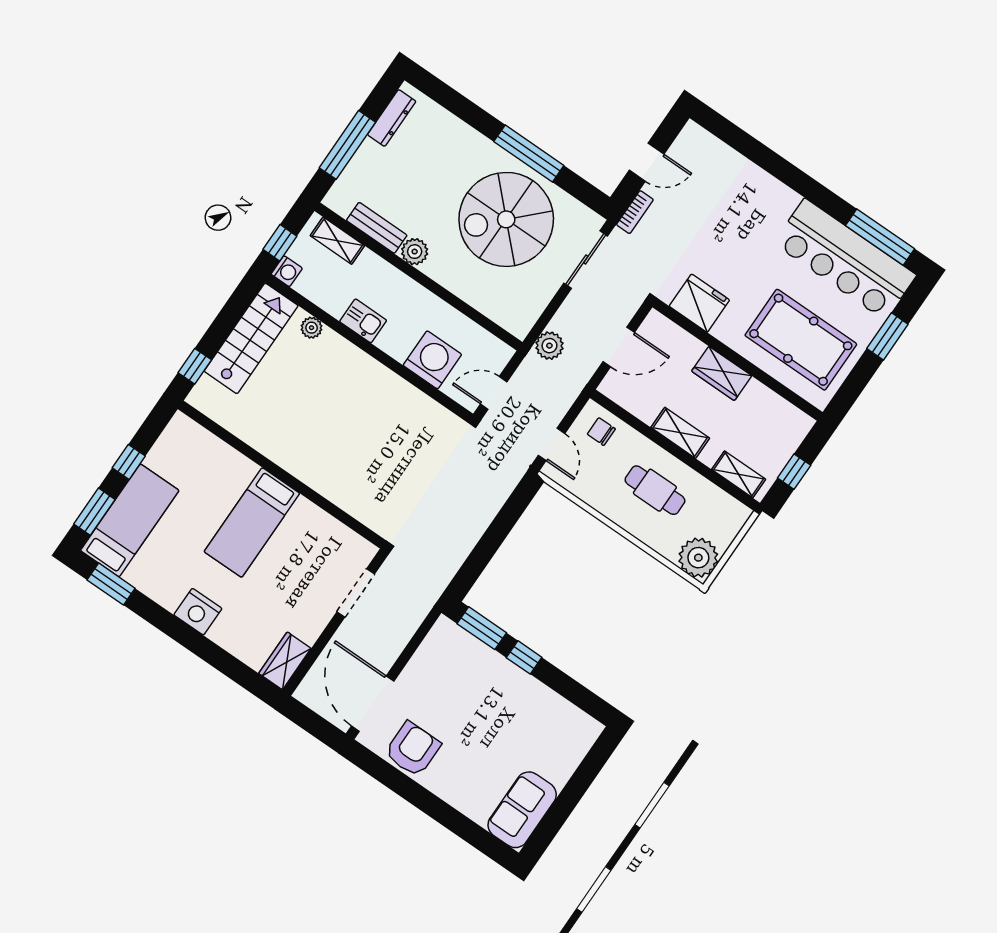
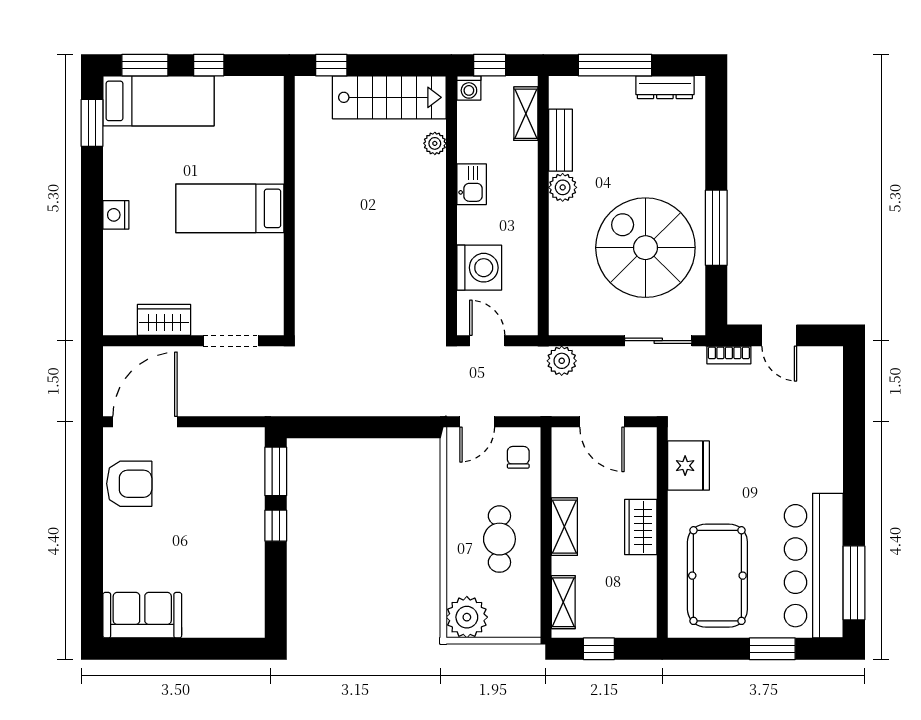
nightstand: (198, 612) -> (116, 215), width x0.74, depth x0.75
wardrobe: (285, 661) -> (164, 320), moved

